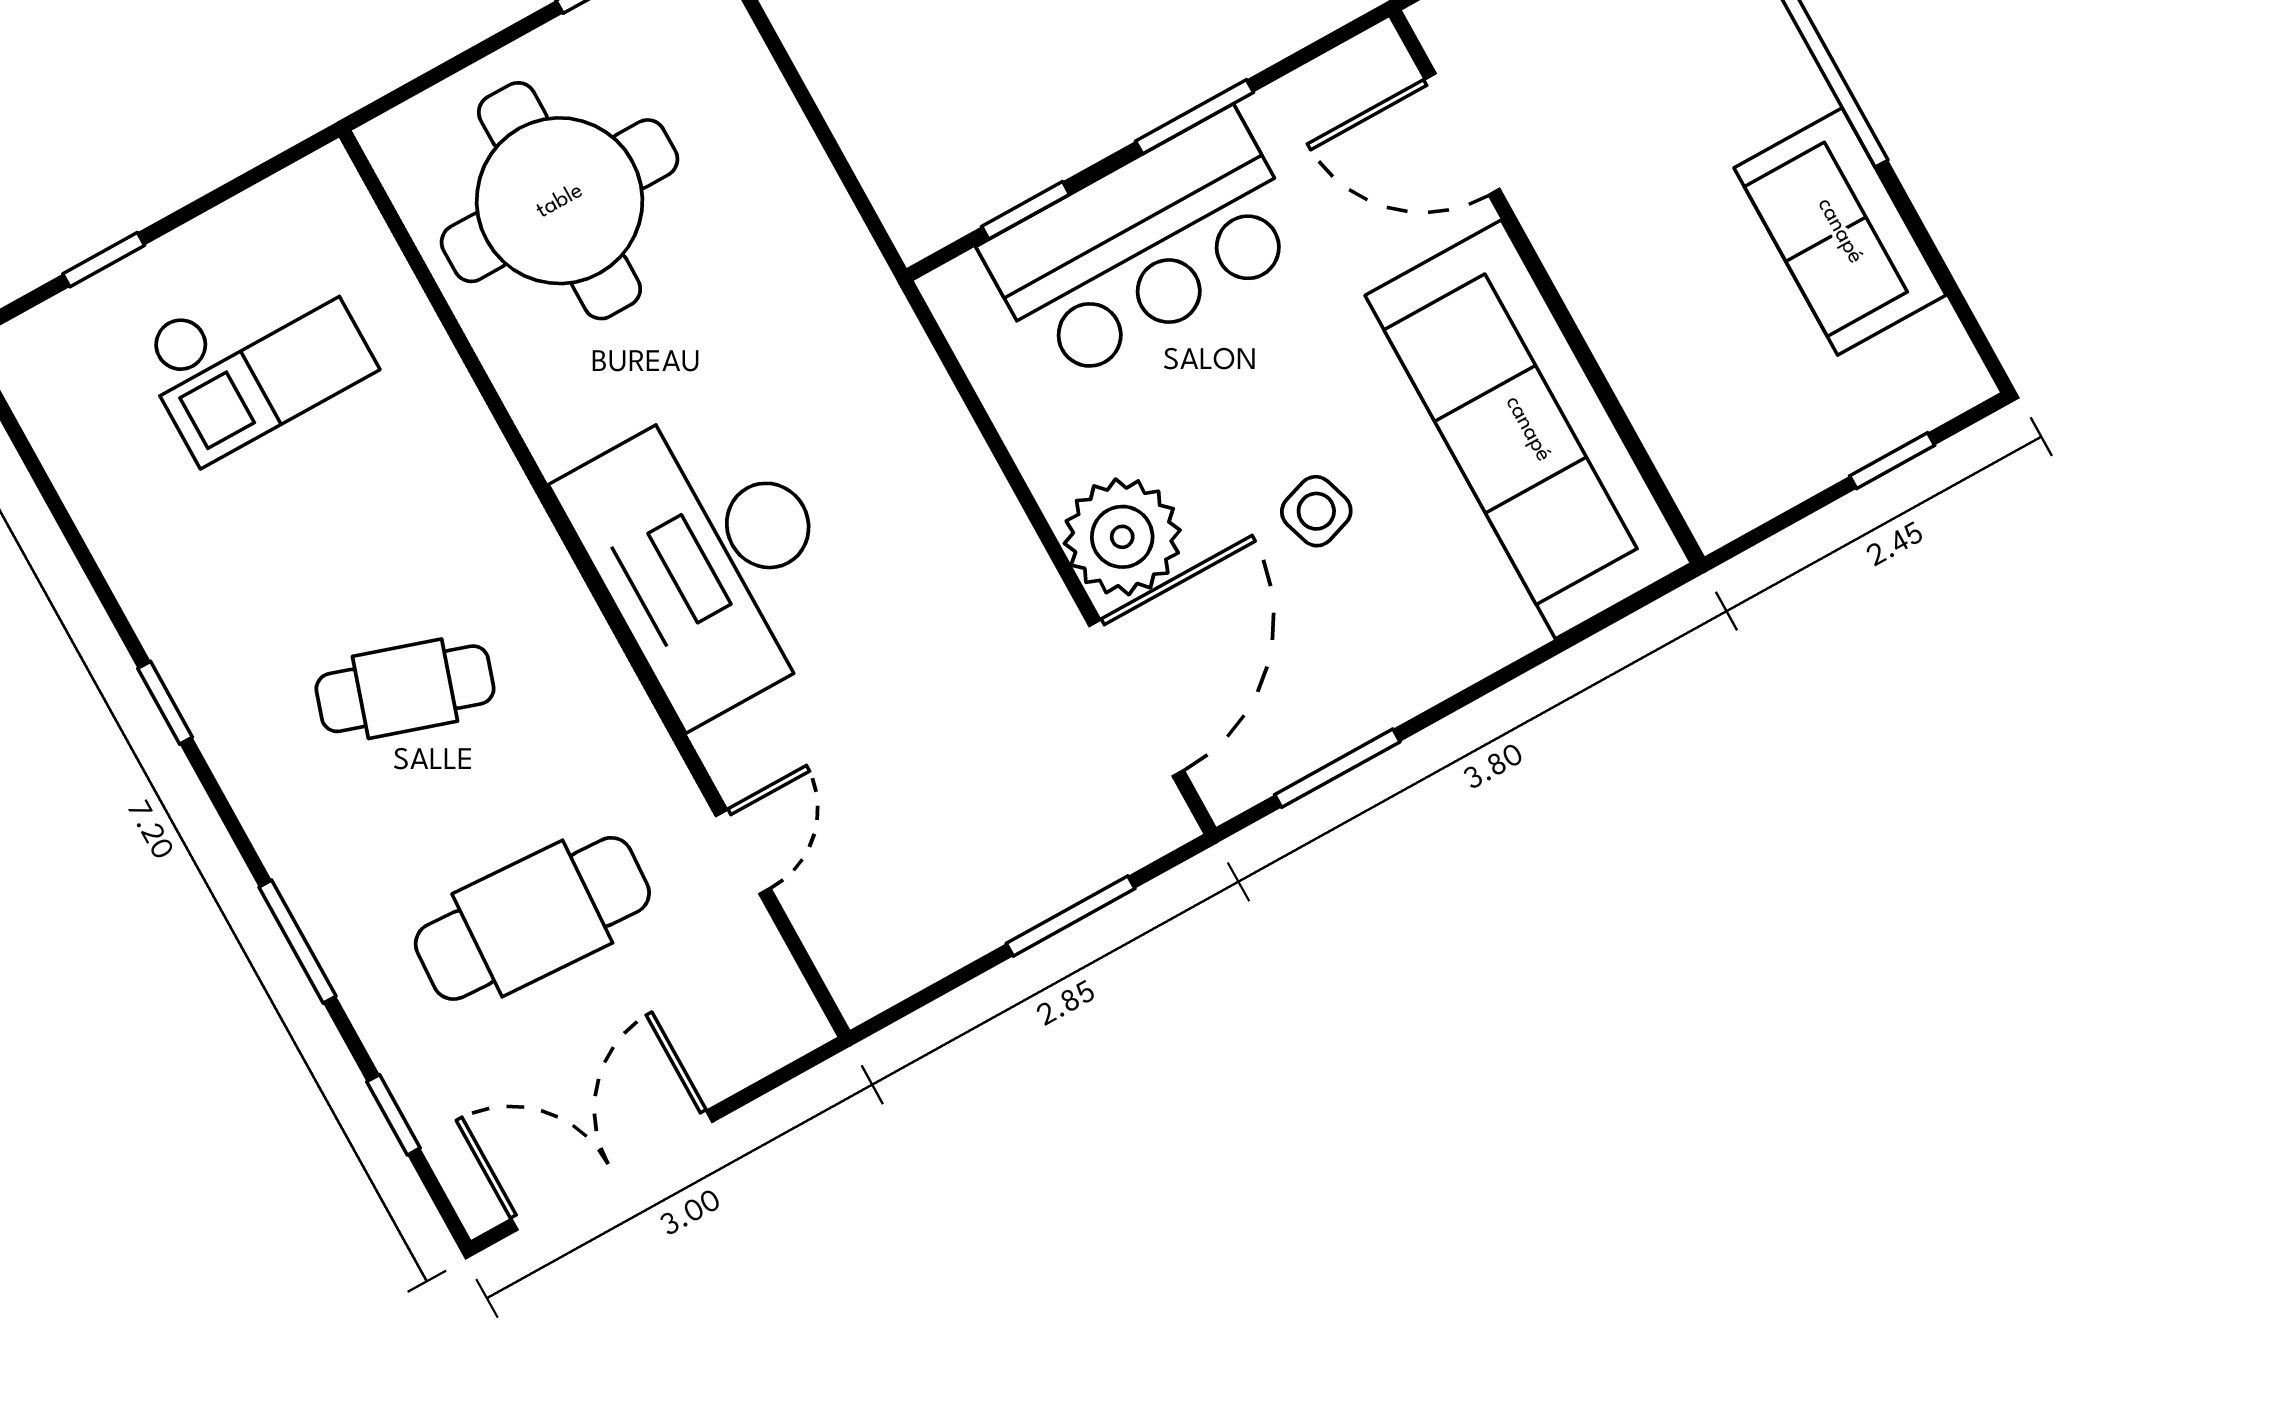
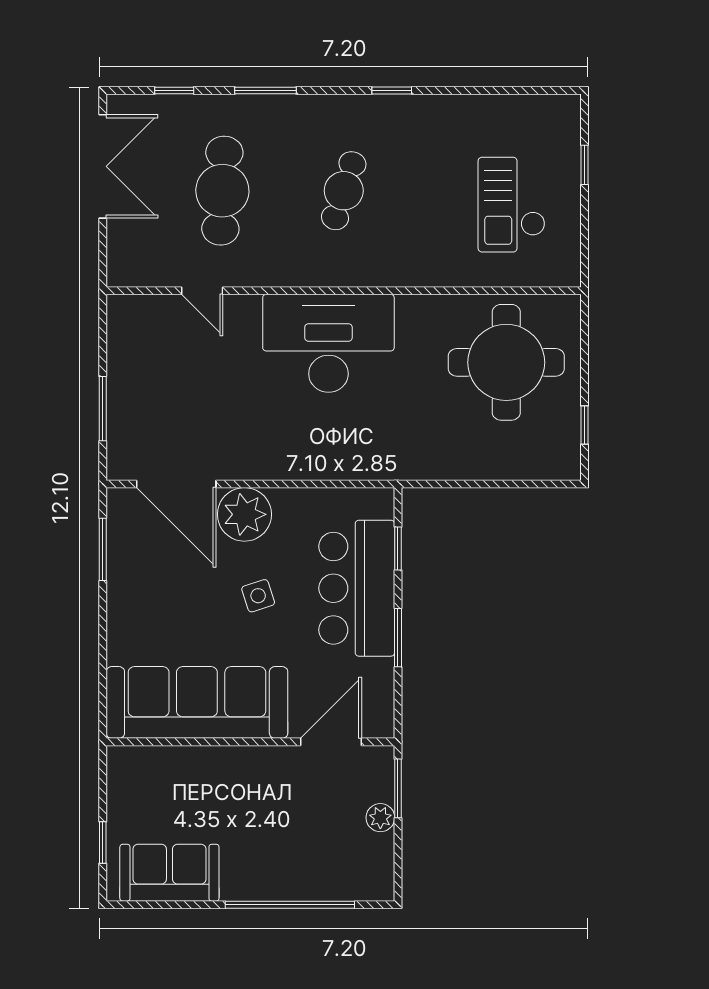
sofa: (1840, 231) -> (169, 873), moved
side table: (1316, 511) -> (258, 596), moved

